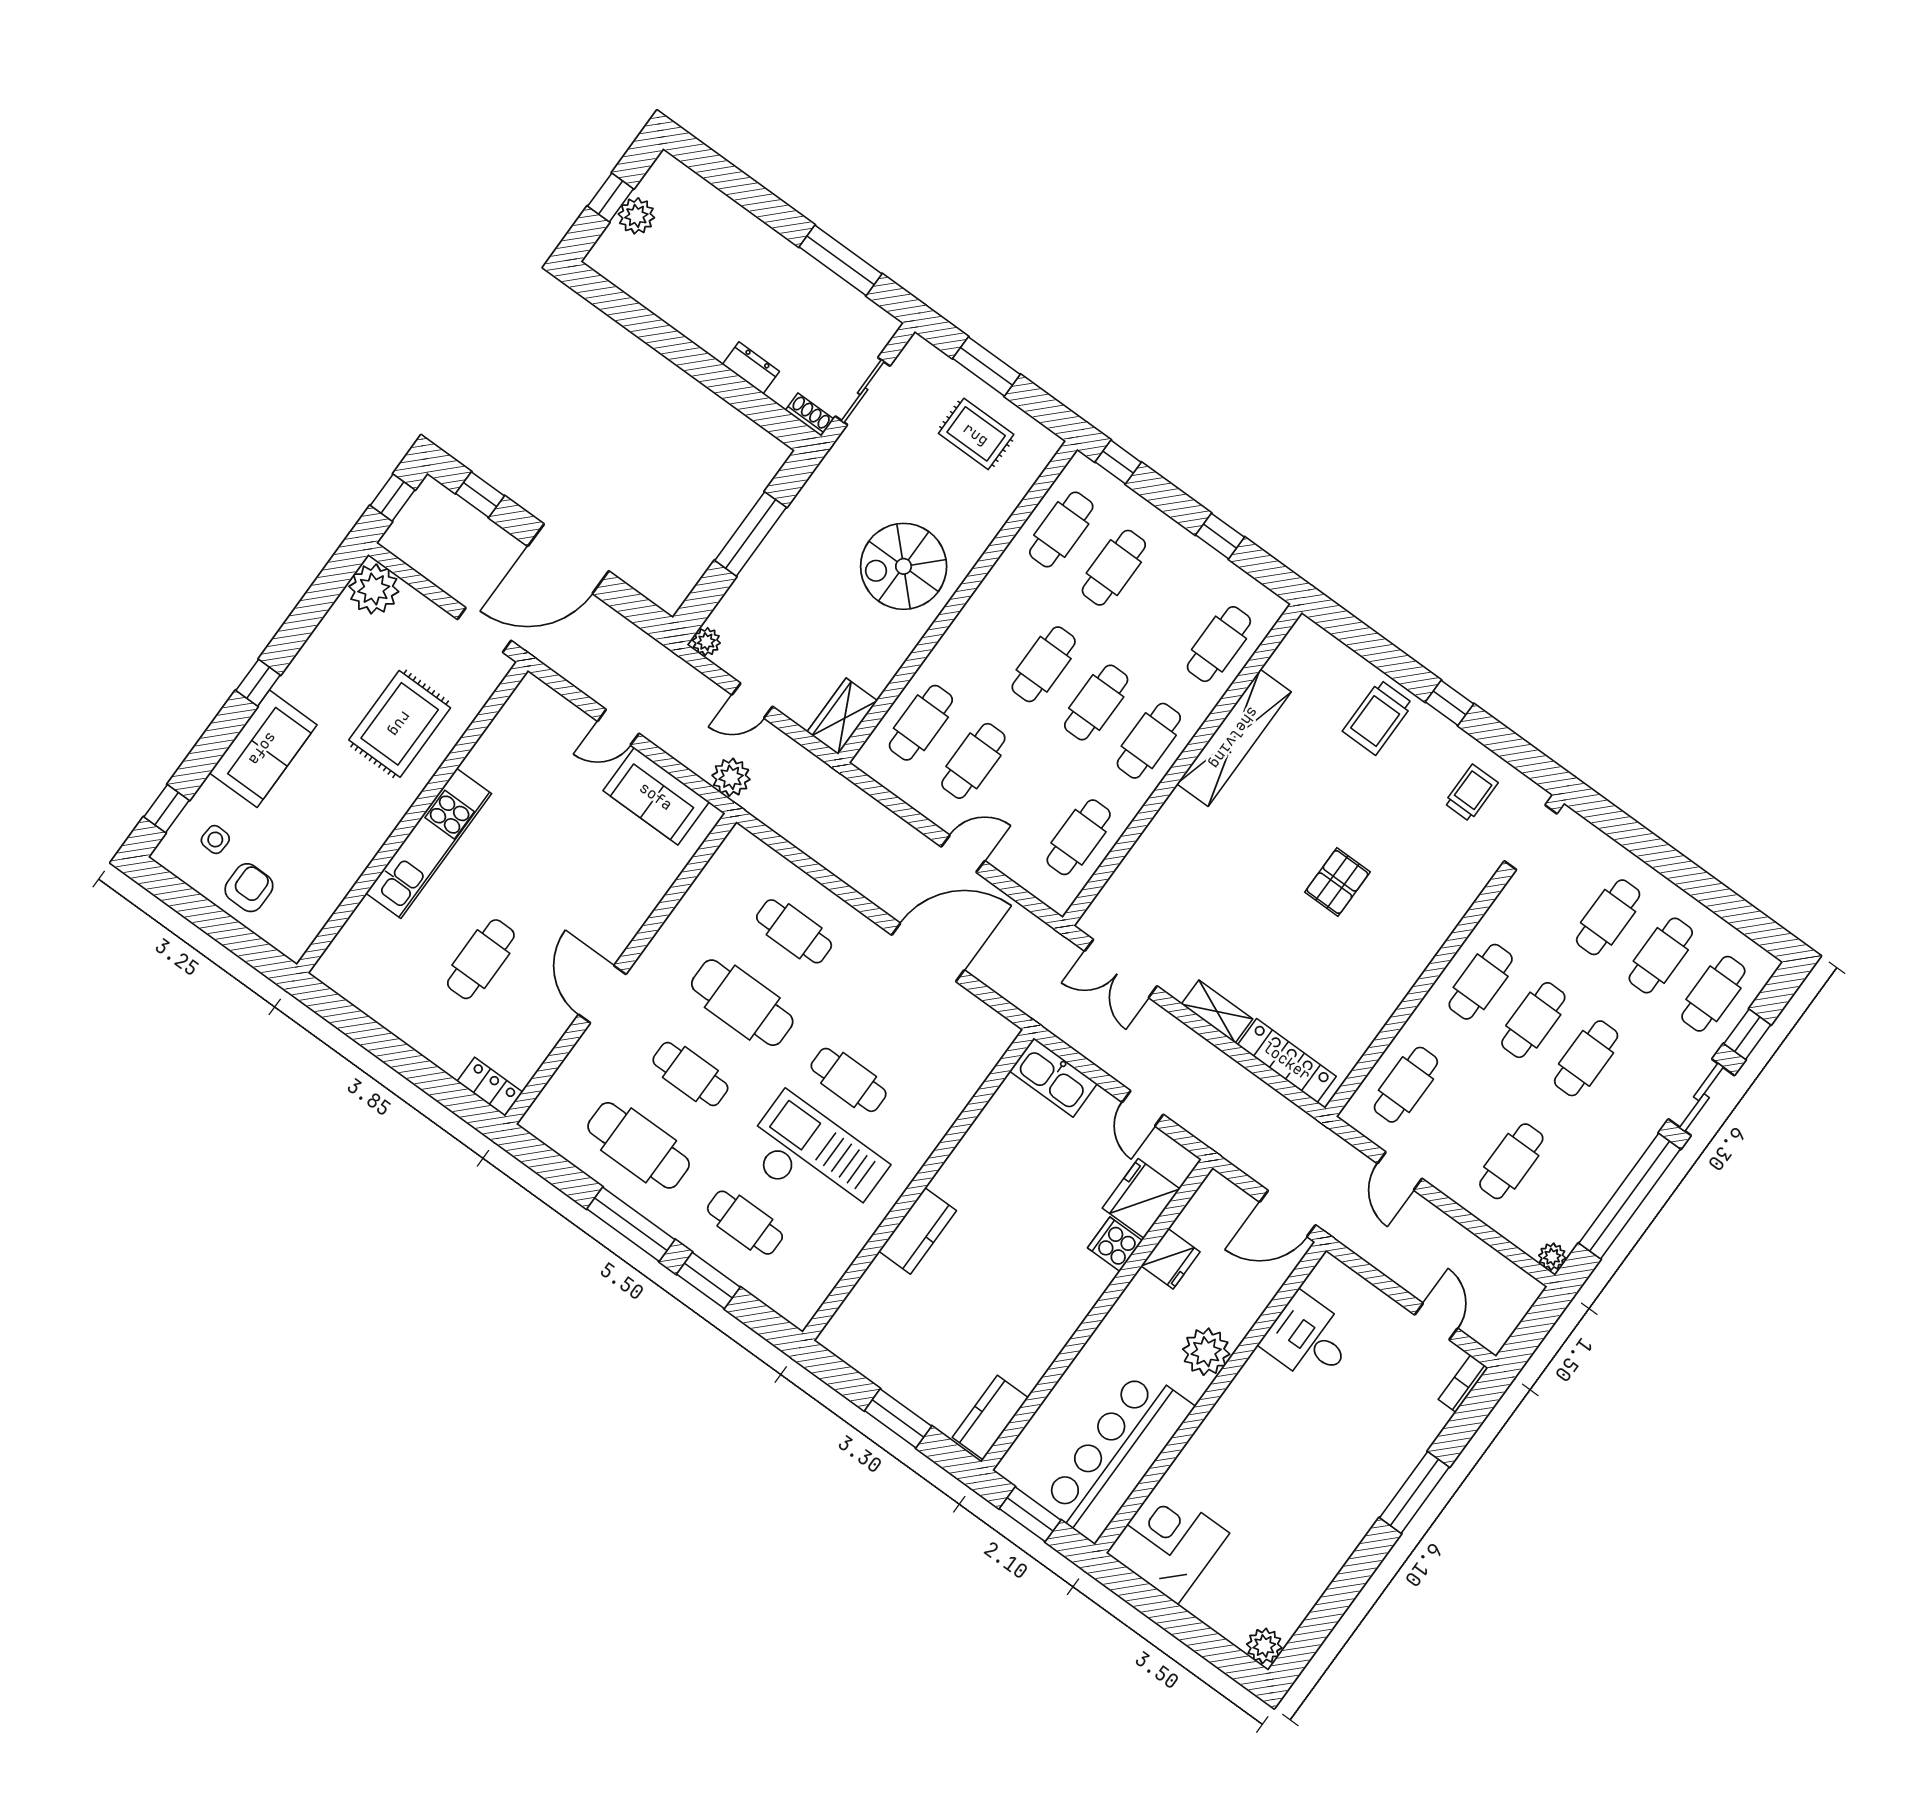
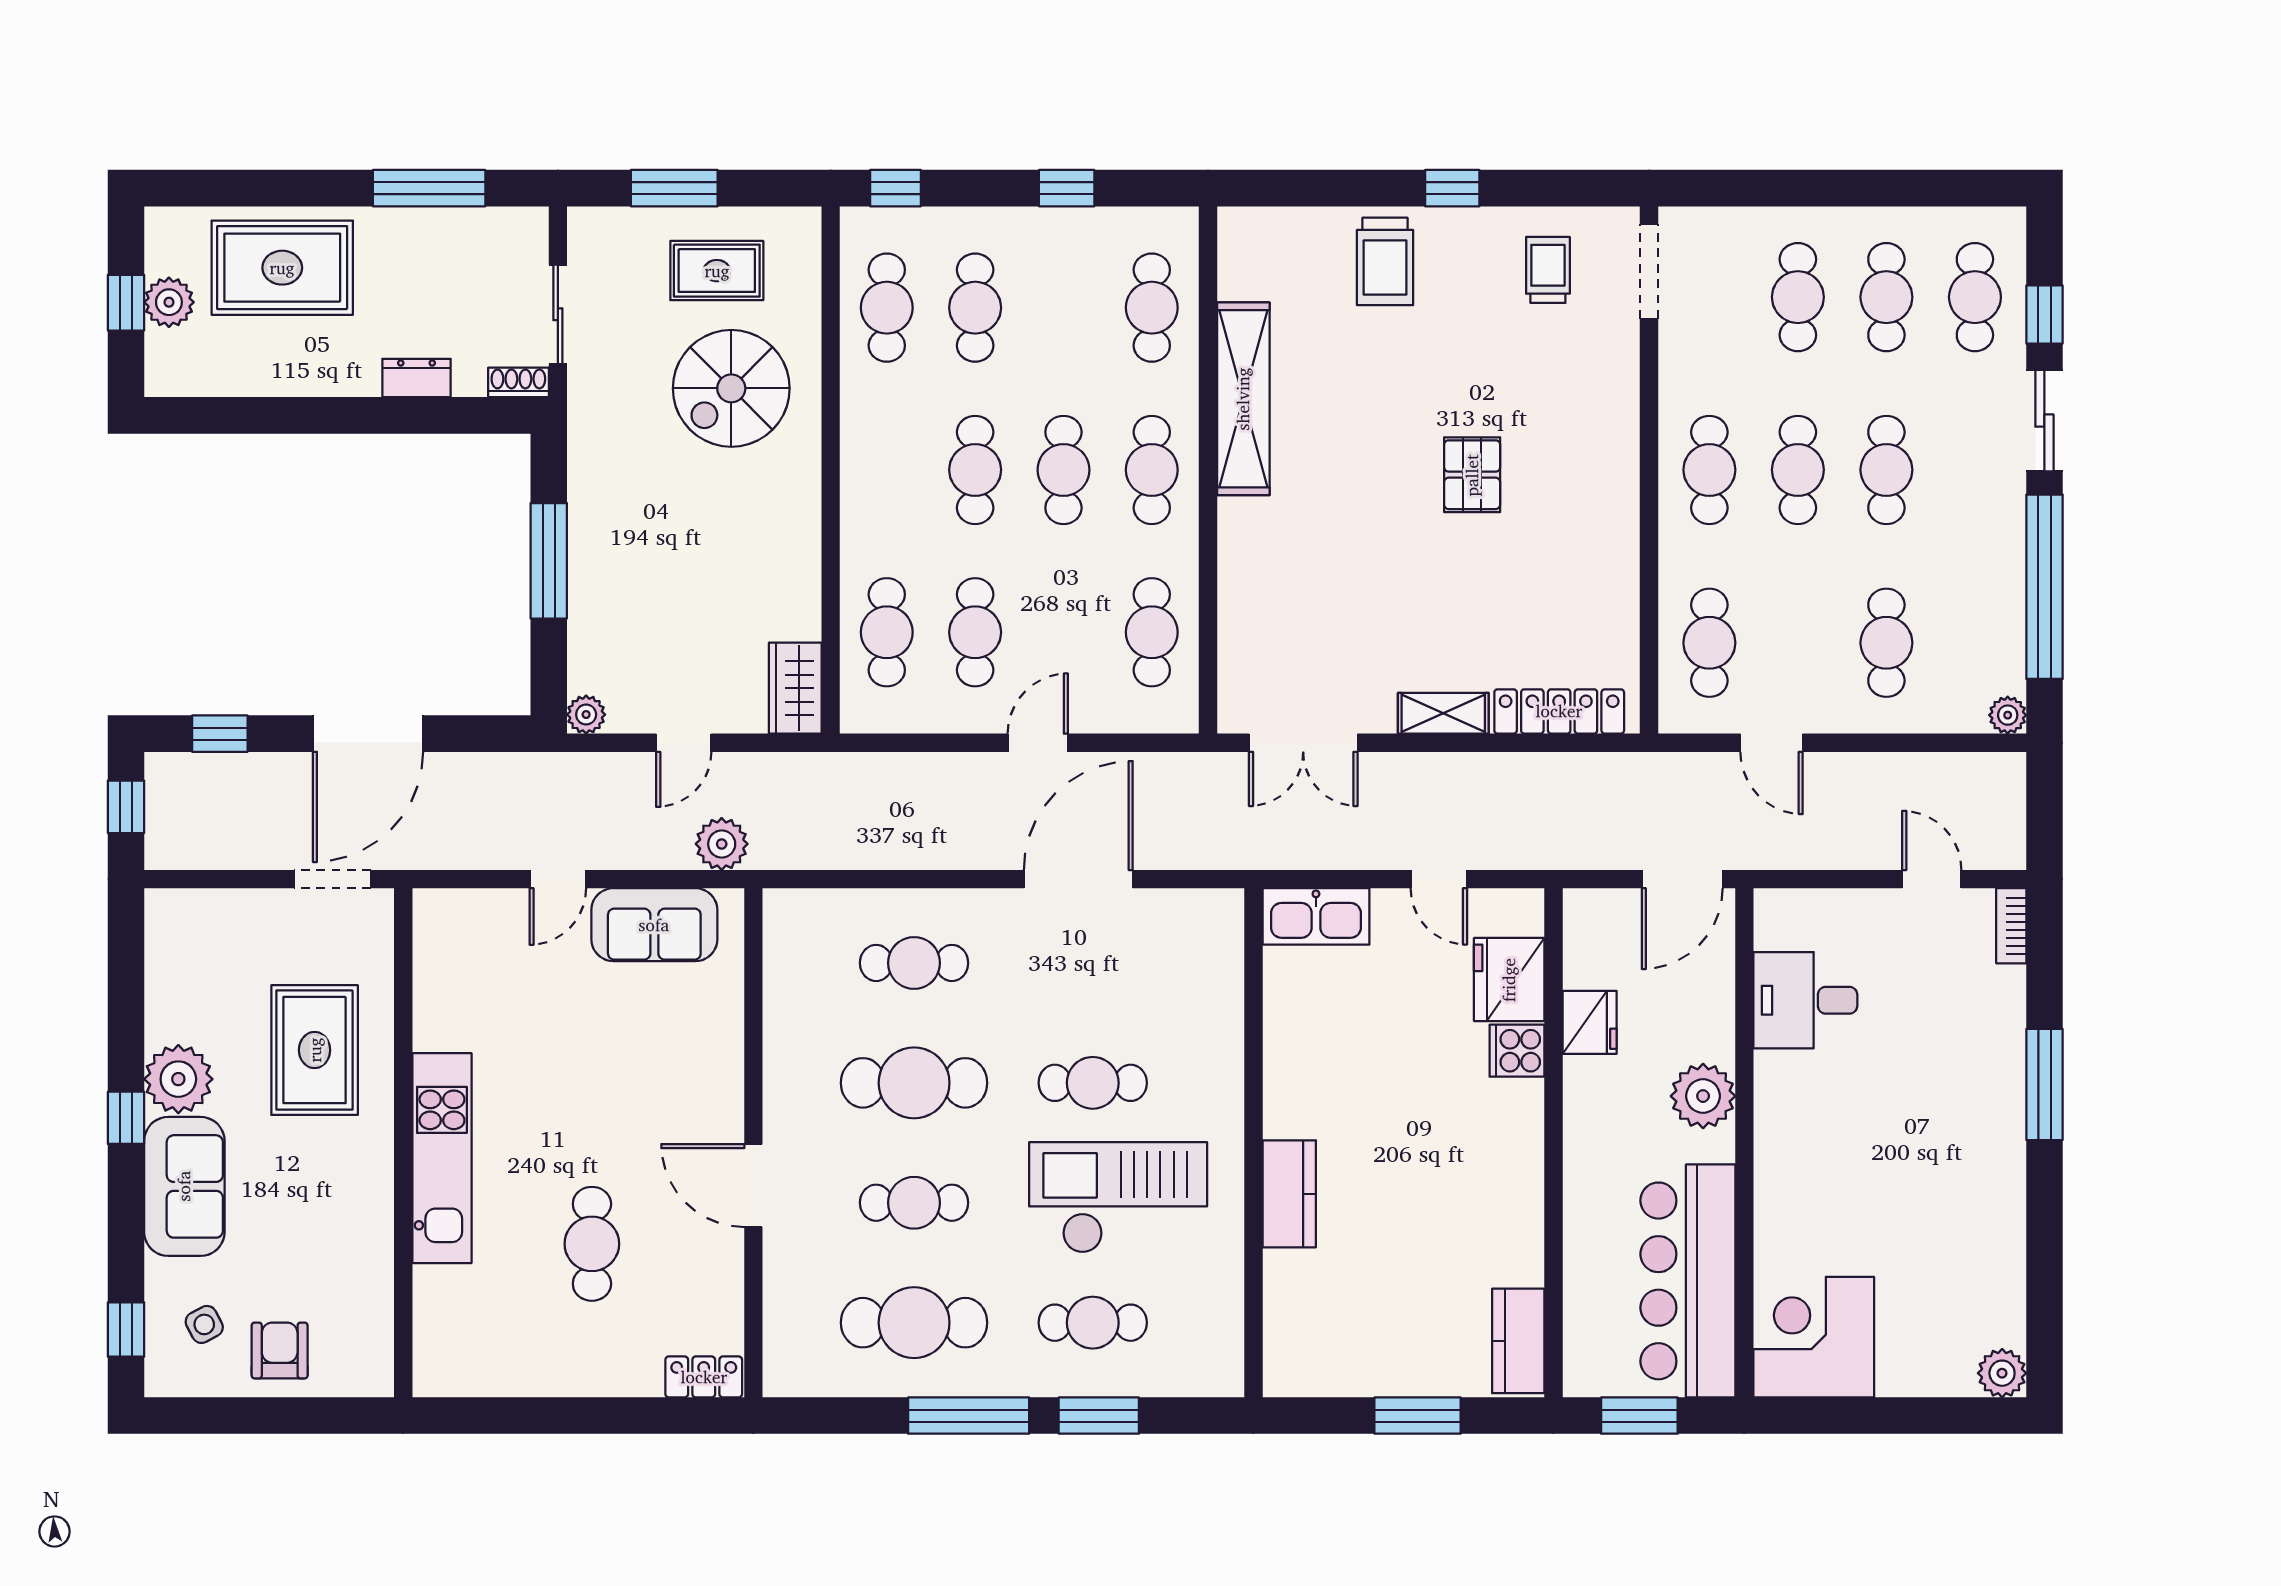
rug: (719, 244) -> (282, 268), added
spiral stairs: (904, 566) -> (731, 388), moved
plant: (374, 589) -> (178, 1079), moved
side table: (215, 840) -> (204, 1324), turned -31

